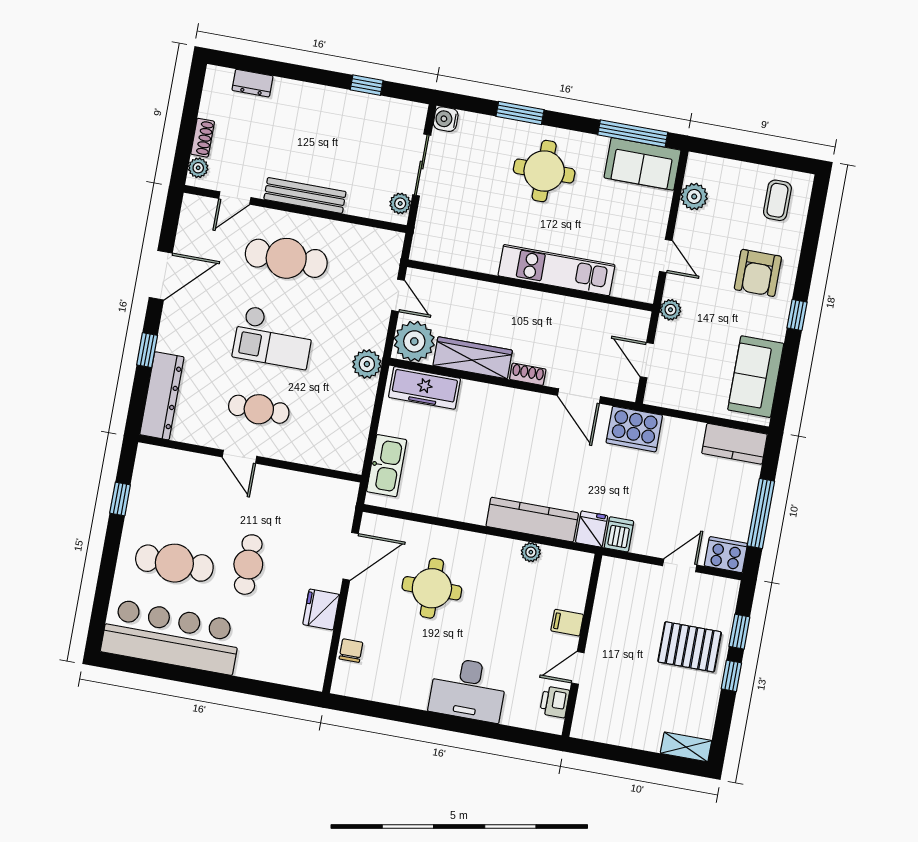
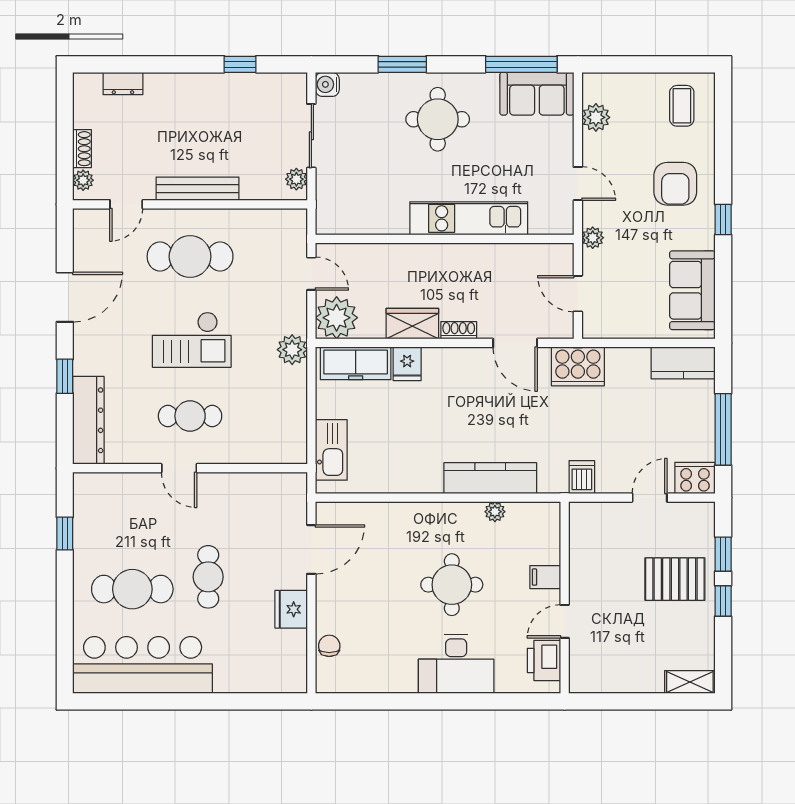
wardrobe: (473, 358) -> (412, 324), width x0.67
fridge: (592, 529) -> (407, 364), moved, turned 180
round table: (432, 588) -> (452, 585), moved
printer: (555, 702) -> (544, 660), width x1.36, depth x1.24

